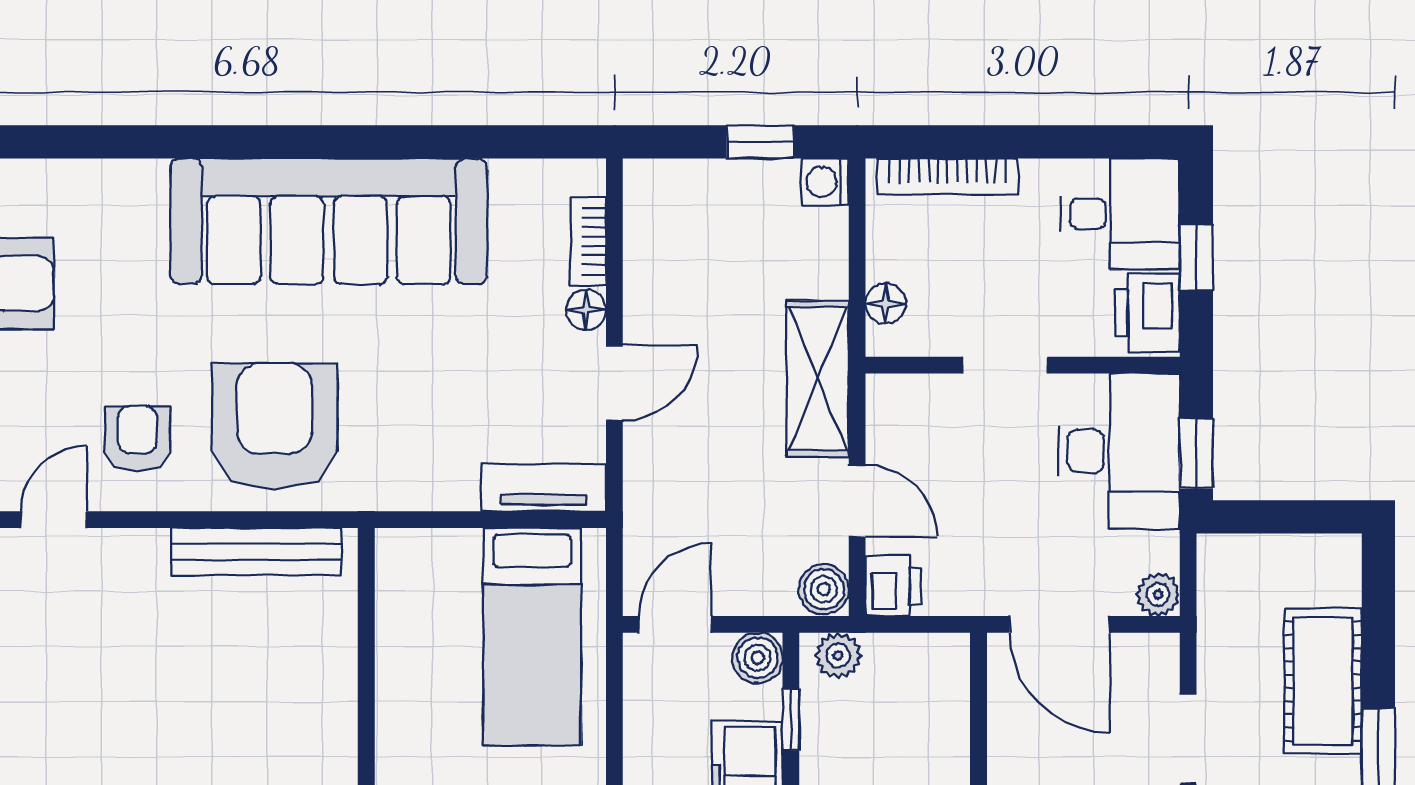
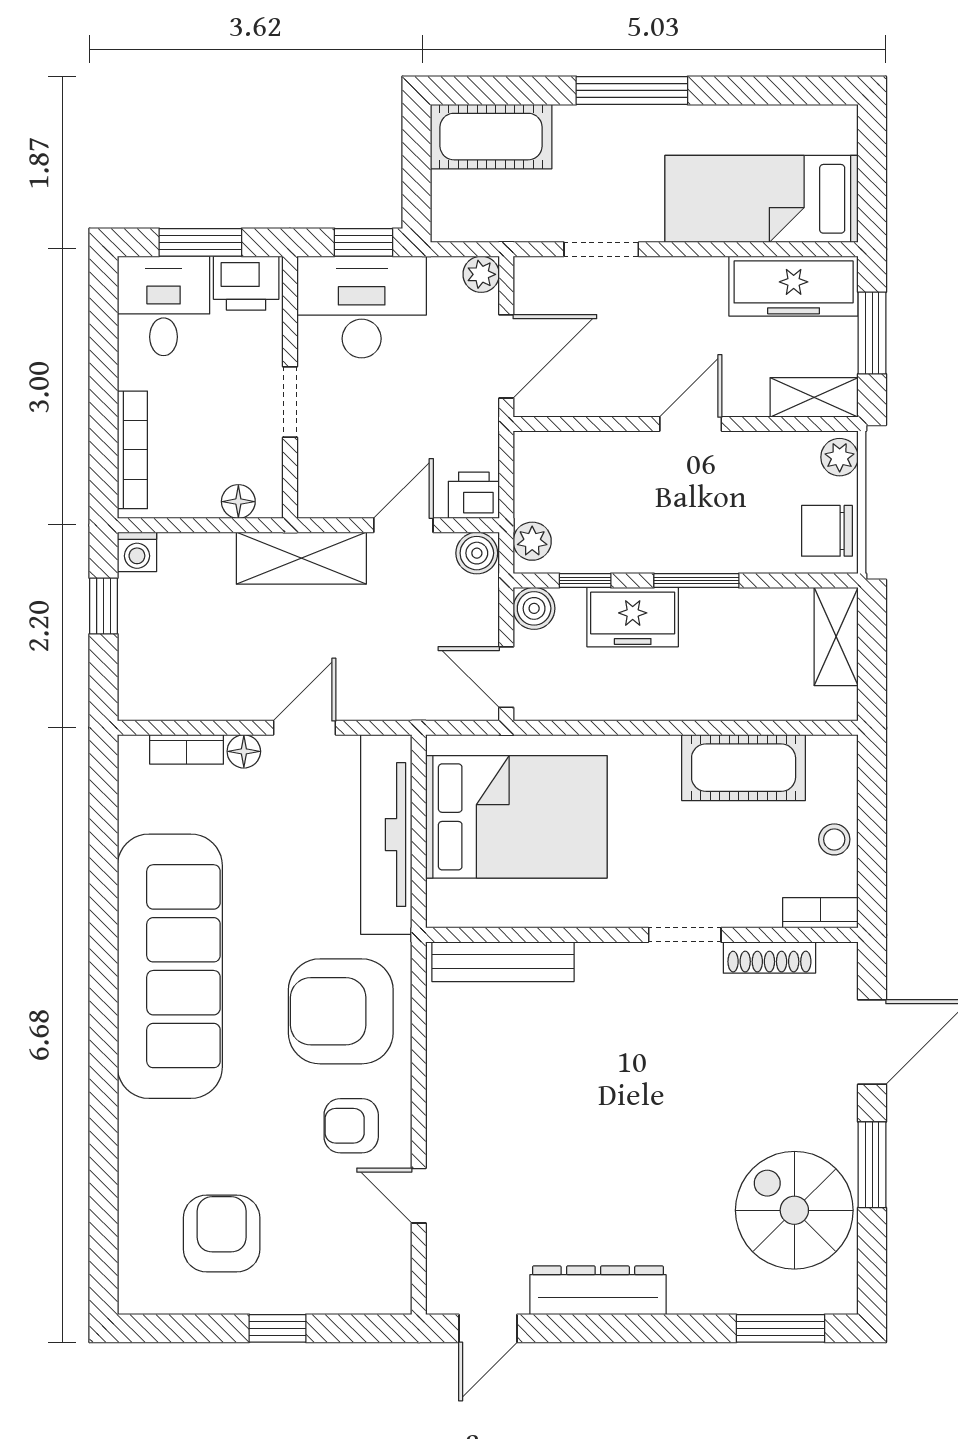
window: (1196, 258) -> (200, 242), width x1.50
door: (614, 383) -> (305, 728), hinge flipped
tv unit: (544, 488) -> (386, 835), width x1.92, depth x1.29
bench: (256, 552) -> (503, 962), moved, turned 90
bed: (532, 637) -> (516, 817), width x1.50
cot: (1323, 681) -> (491, 137), moved

